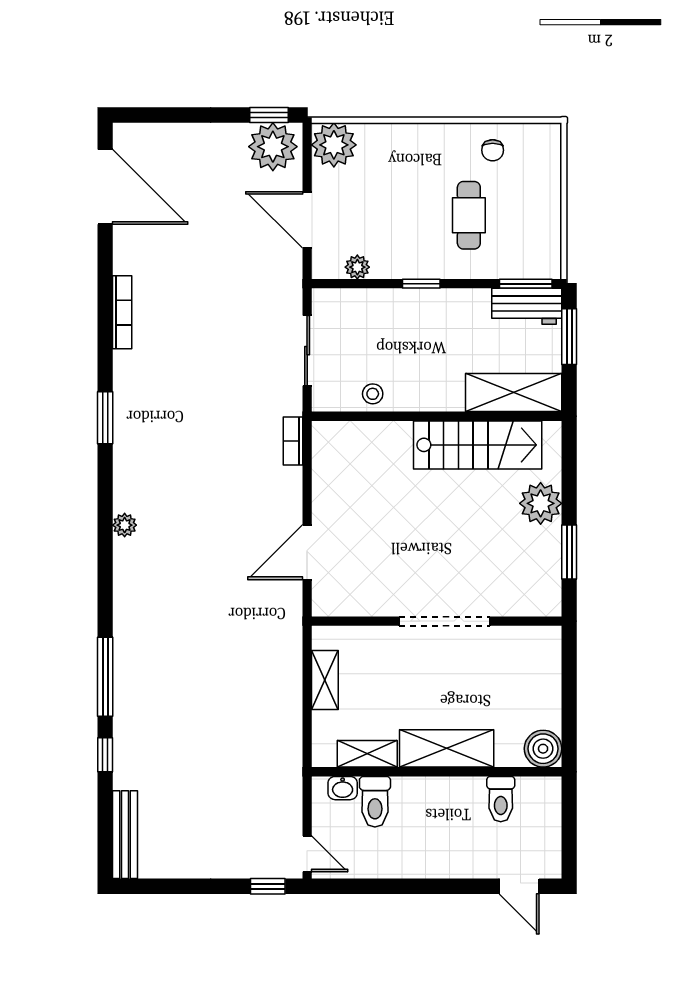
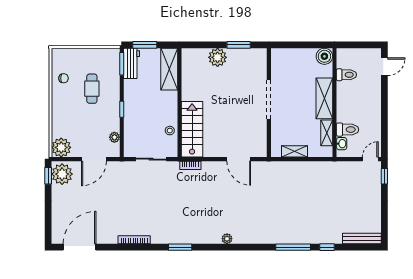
cafe table: (469, 215) -> (92, 89), turned 90
stairs: (478, 445) -> (192, 129), moved

